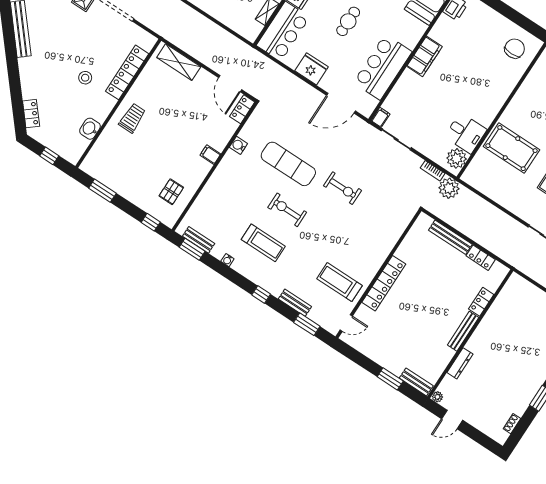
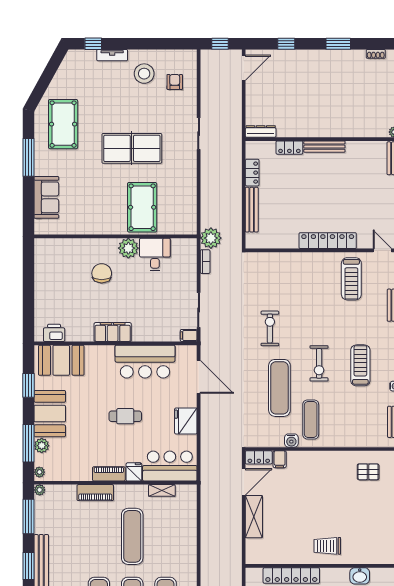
chair: (515, 49) -> (102, 273), moved, turned 90
shelving: (179, 62) -> (254, 517), moved
filing cabinet: (210, 155) -> (280, 459), moved
plant: (457, 158) -> (128, 248), moved
exercise mat: (245, 173) -> (311, 420), added
dresser: (460, 363) -> (261, 131), moved

